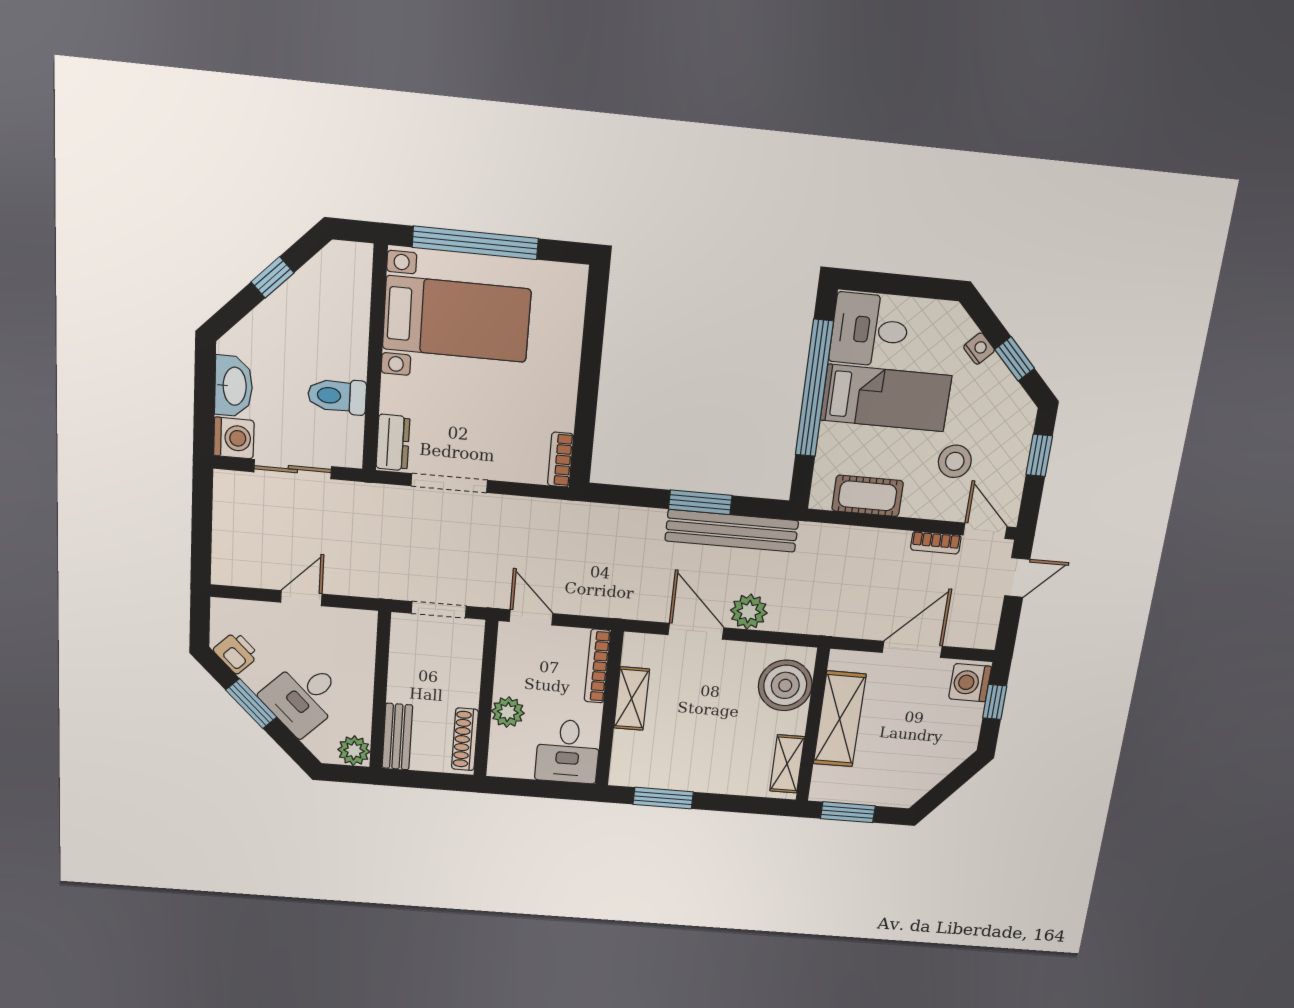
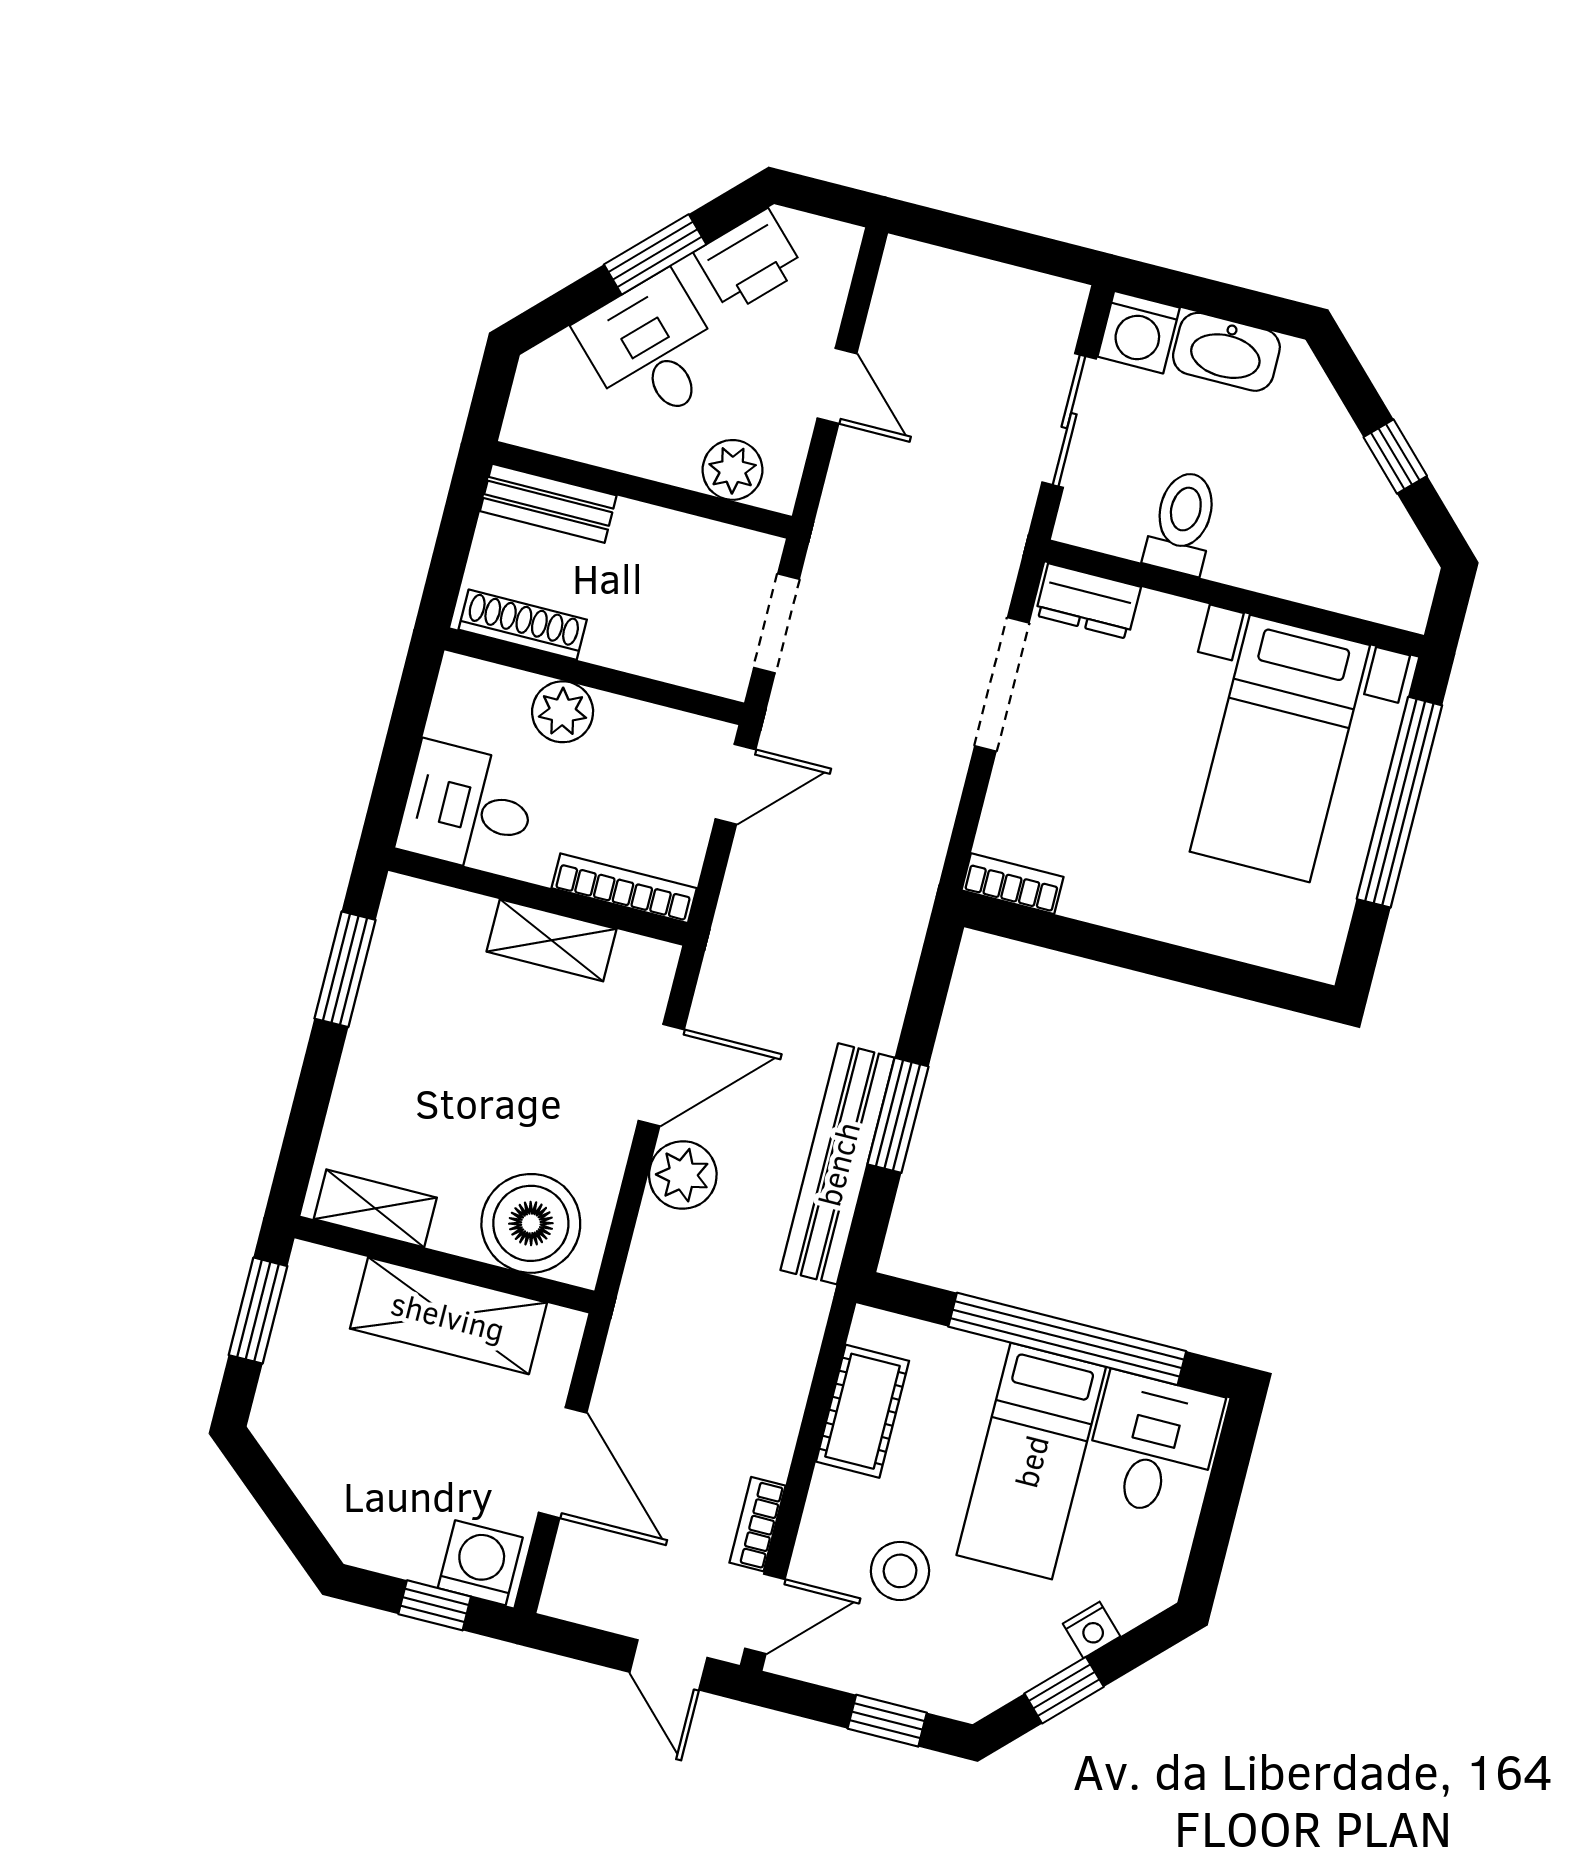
printer: (236, 653) -> (749, 261), width x1.36, depth x1.24
plant: (354, 751) -> (733, 470), moved

